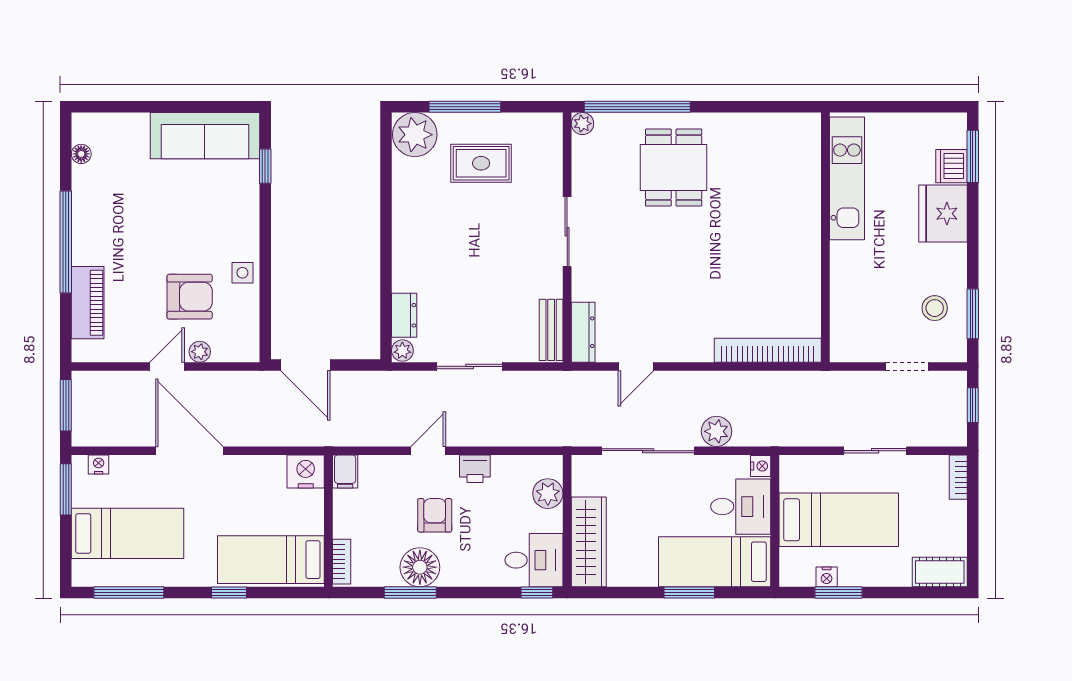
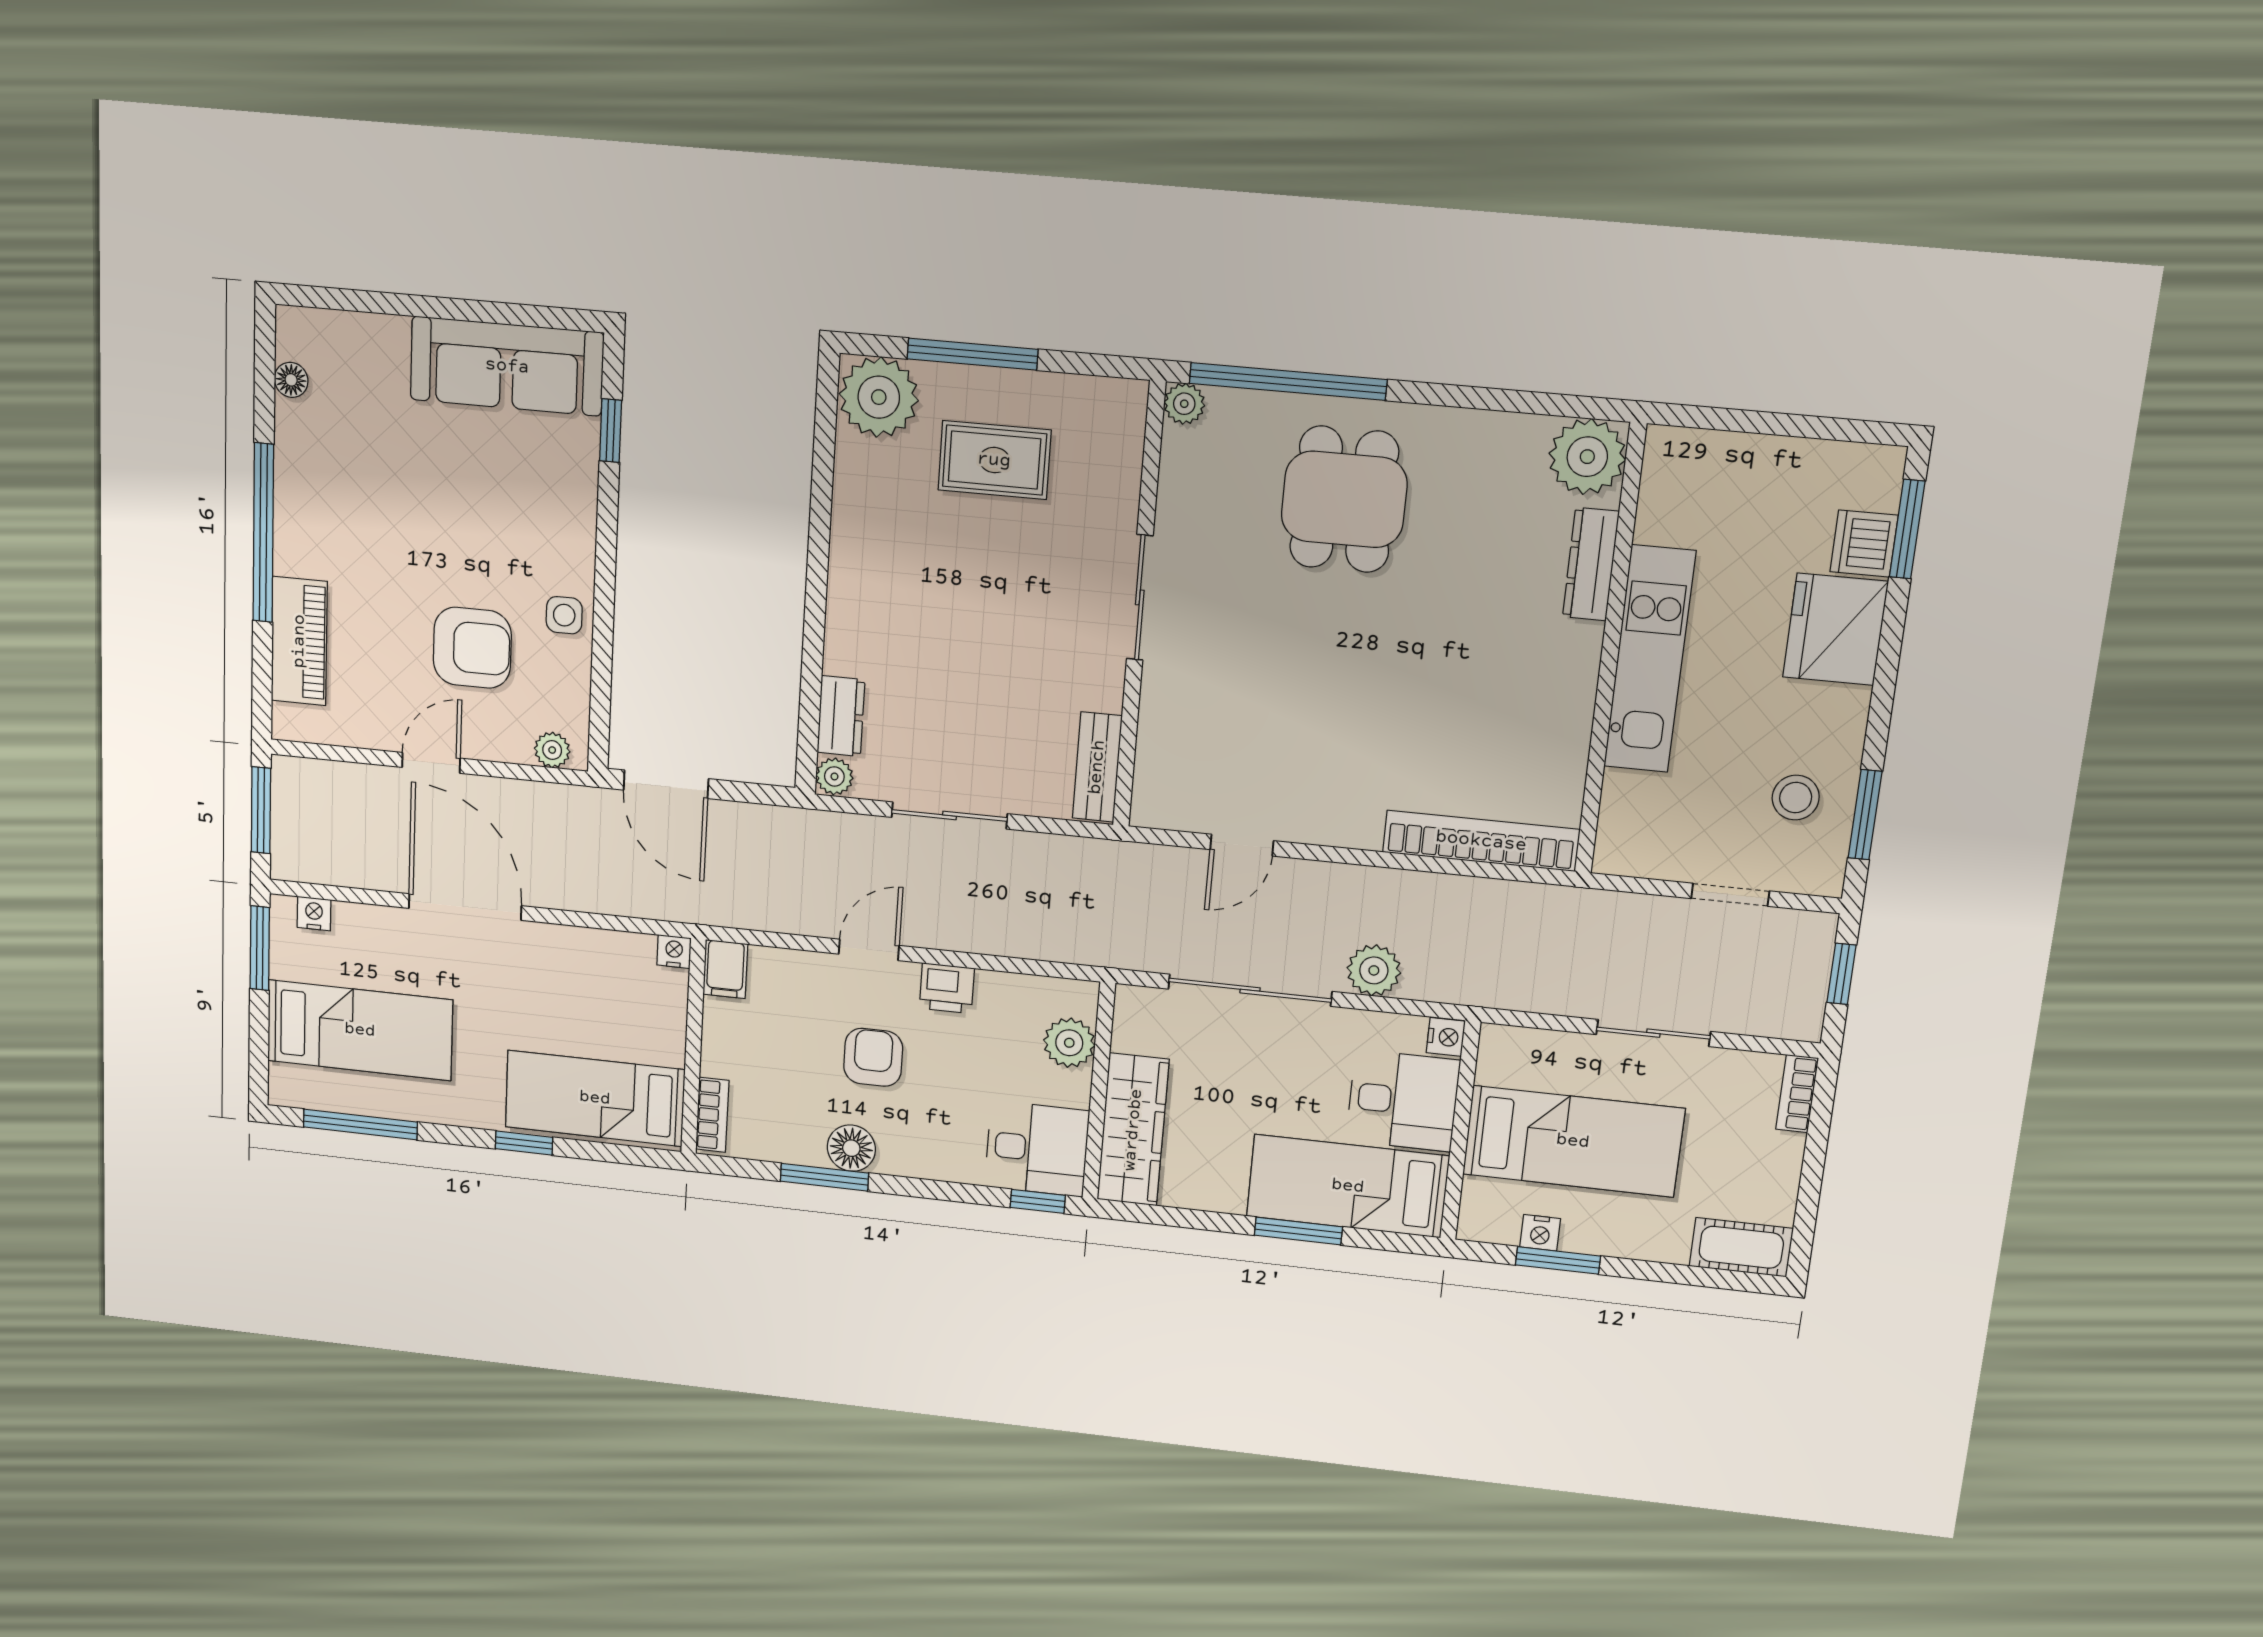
plant: (801, 133) -> (1587, 457), added
kitchen unit: (847, 178) -> (1650, 659), moved
dresser: (583, 332) -> (1591, 564), moved, turned 180
plant: (200, 352) -> (552, 750), moved
nightstand: (306, 472) -> (674, 952), width x0.53, depth x0.56
floor lamp: (420, 567) -> (851, 1148), width x0.73, depth x0.73

